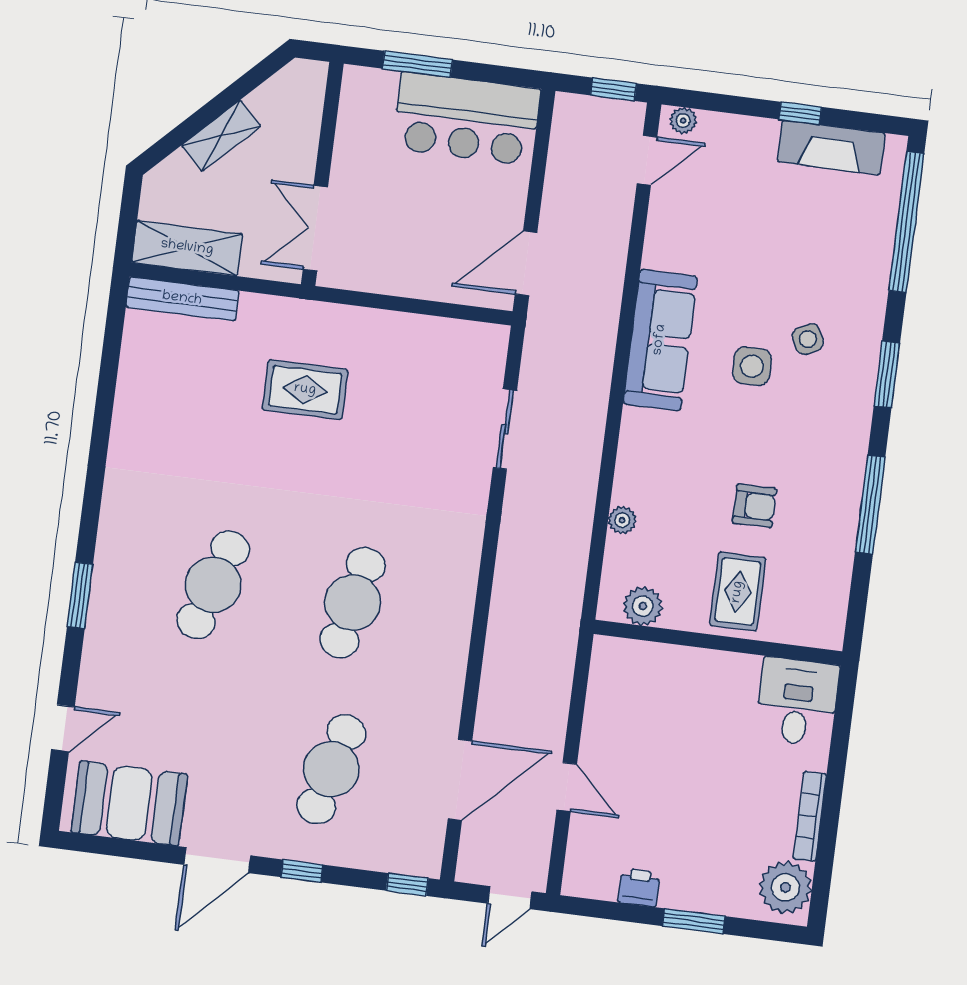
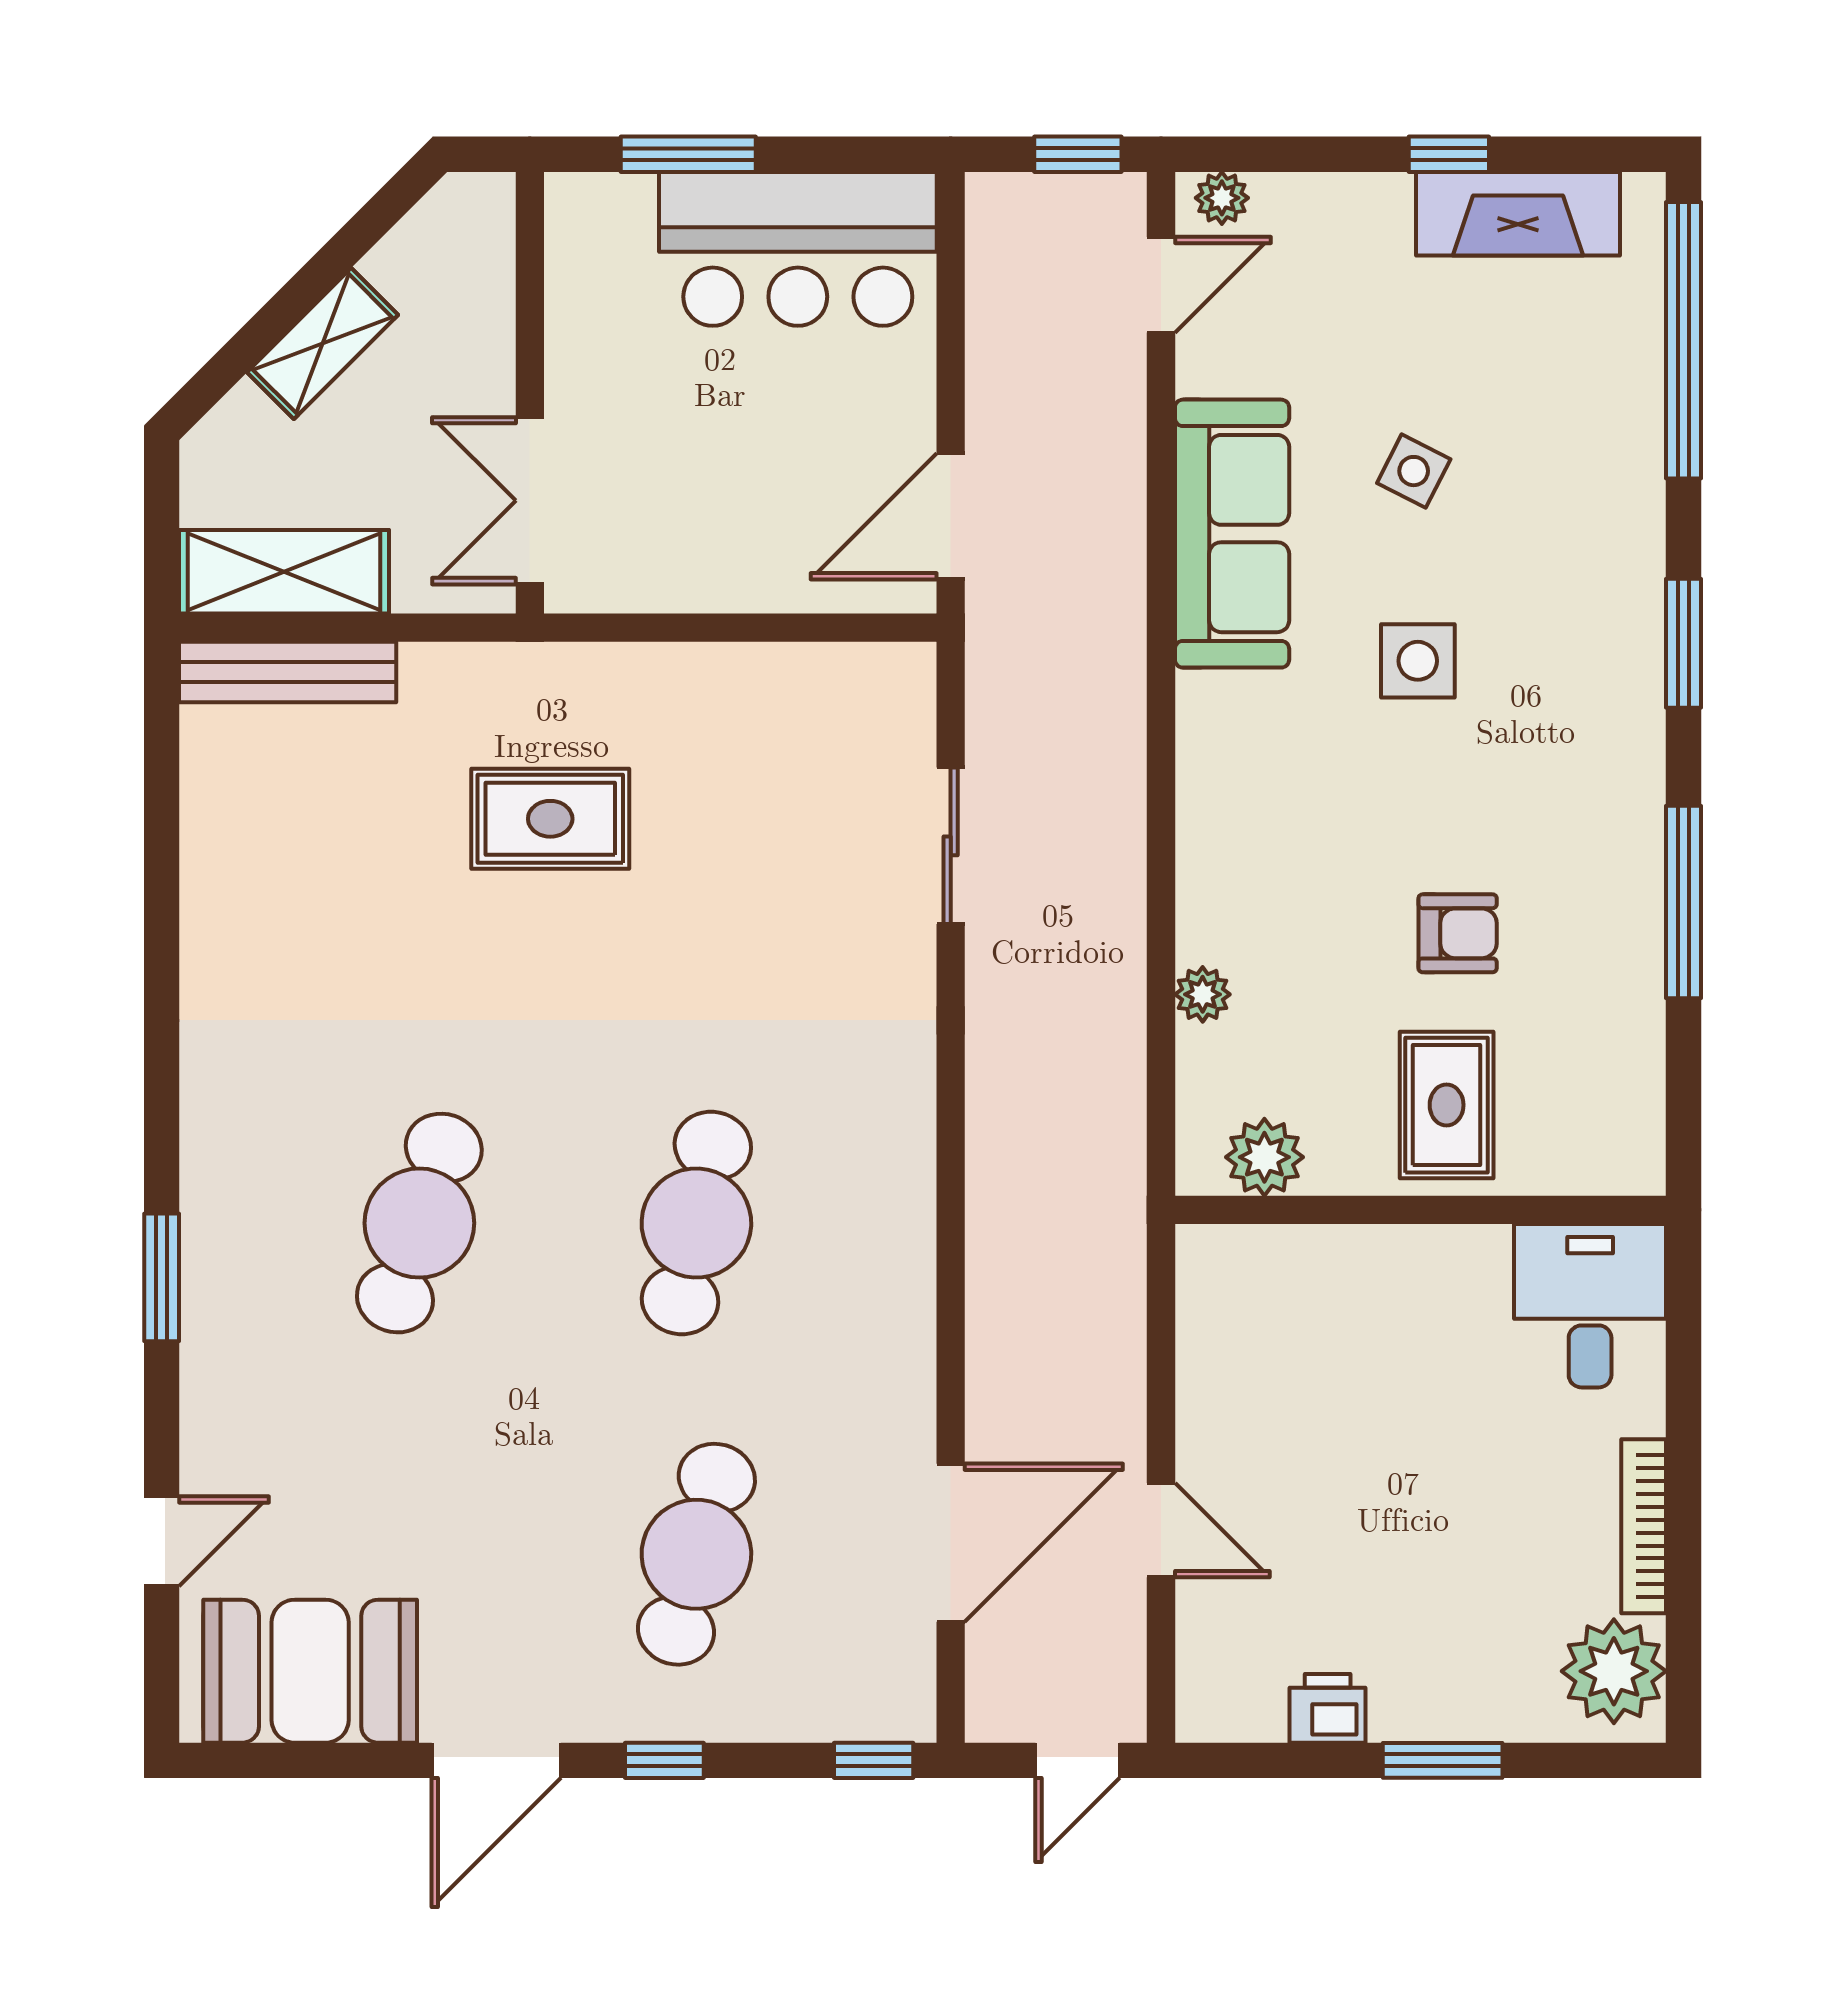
side table: (808, 339) -> (1414, 471), moved, turned -36
sofa: (660, 340) -> (1232, 534), moved

